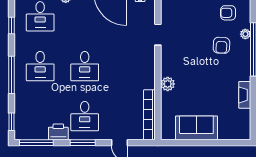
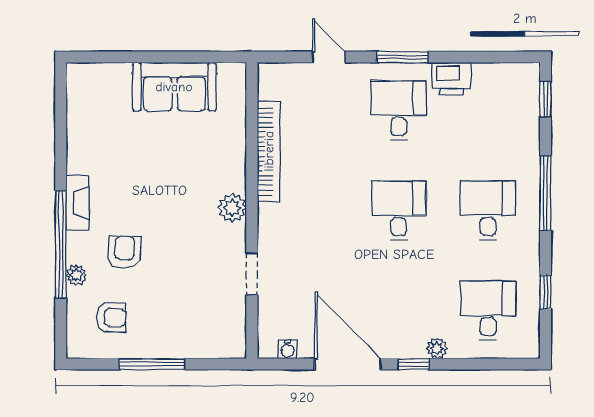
plant: (168, 84) -> (232, 208), moved
fireplace: (245, 95) -> (78, 203), moved
bookcase: (149, 115) -> (269, 151), moved
window: (36, 143) -> (496, 57), removed

